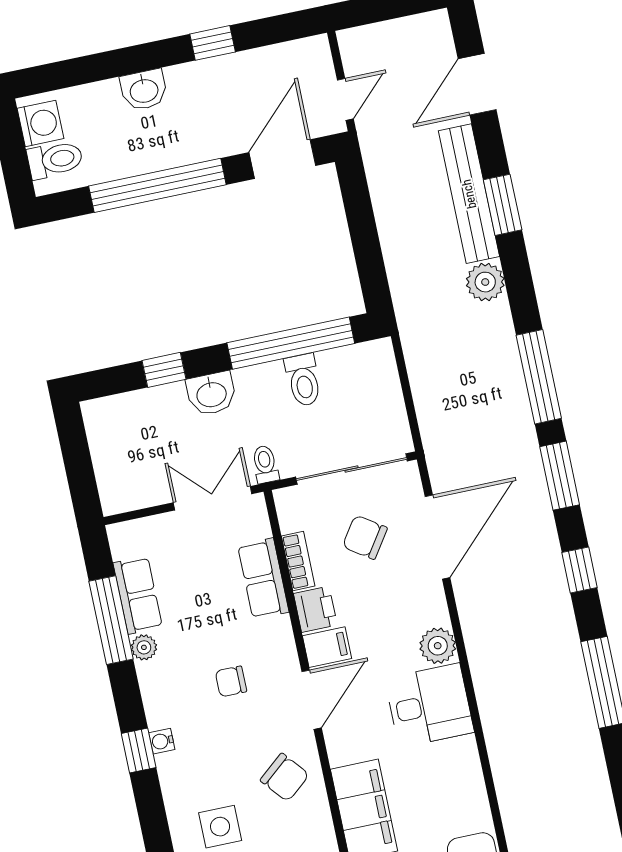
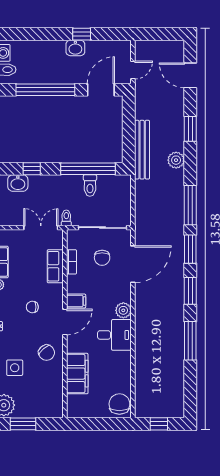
door: (477, 84) -> (190, 75), hinge flipped
washbasin: (144, 90) -> (75, 48), moved
bench: (469, 194) -> (142, 150), moved
washbasin: (211, 394) -> (18, 183), moved
chair: (365, 537) -> (102, 258), turned -124
window: (579, 570) -> (190, 291), width x1.50
printer: (315, 609) -> (75, 284), removed

